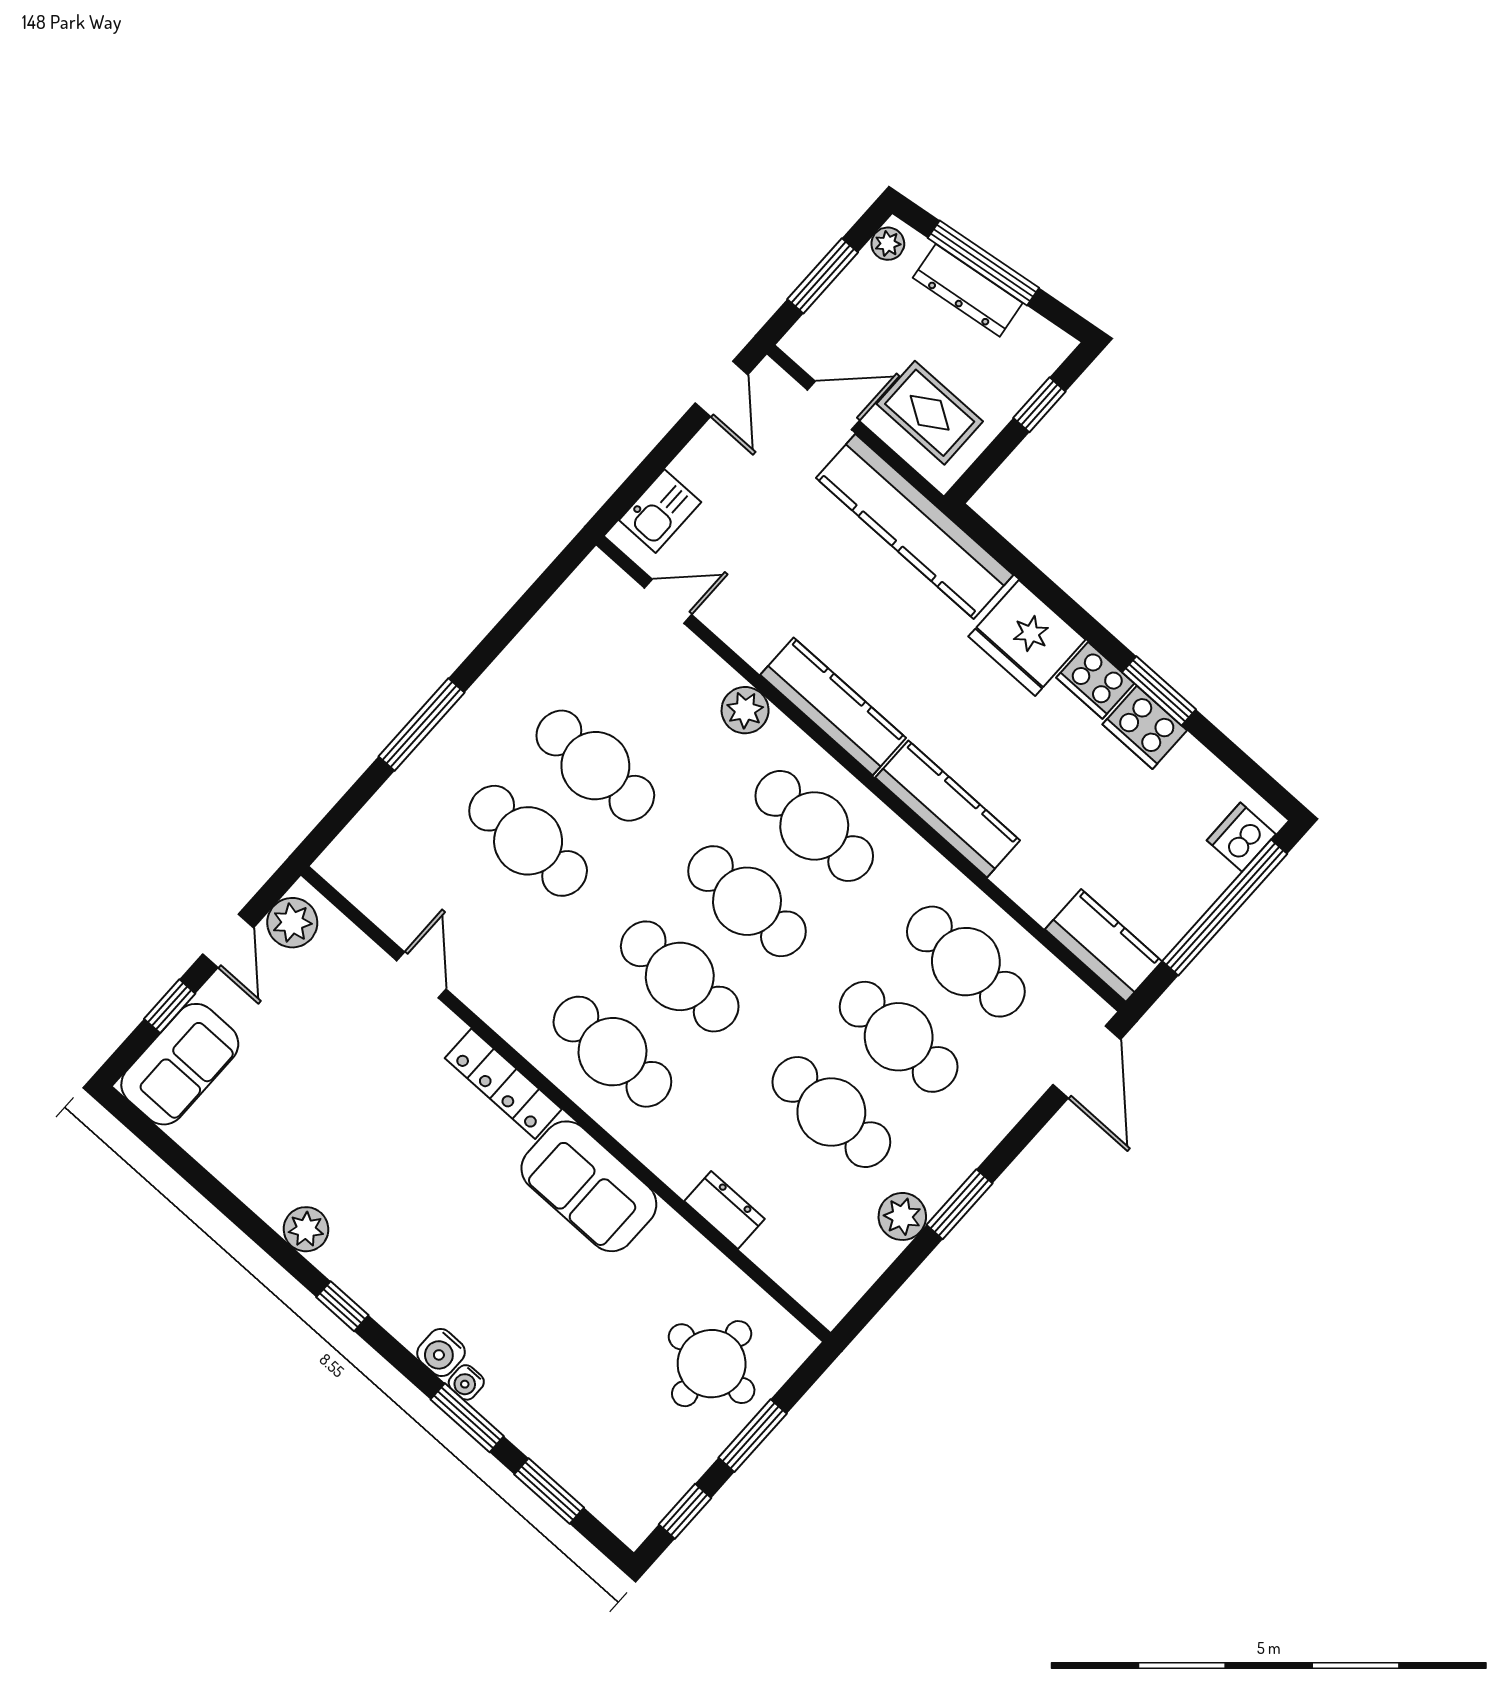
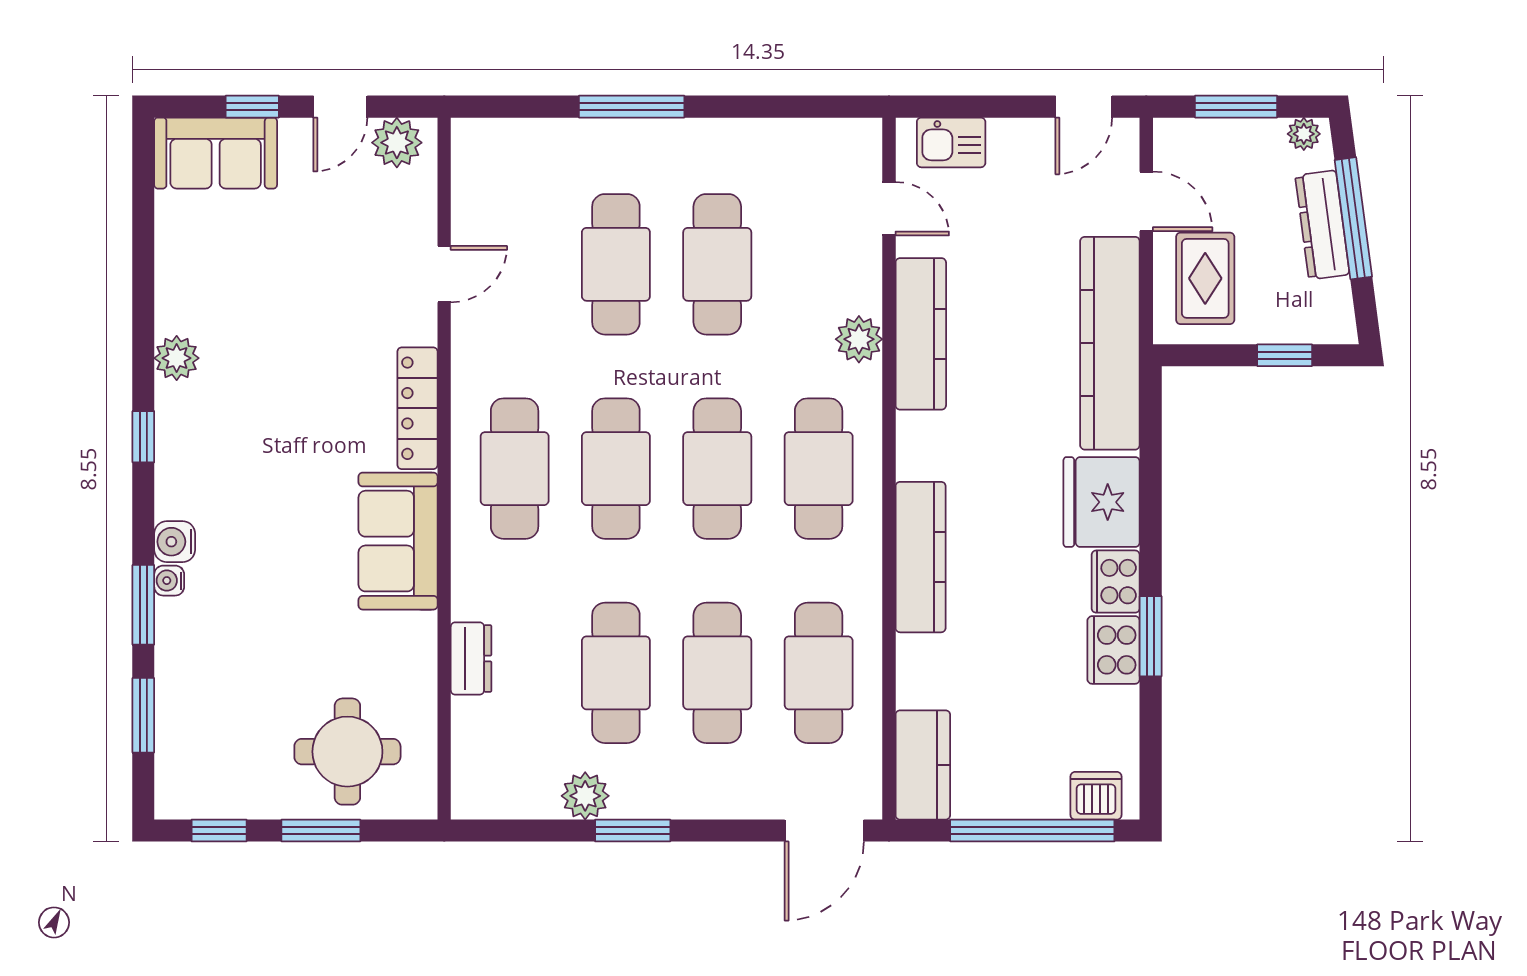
kitchen counter: (833, 706) -> (921, 334), moved

